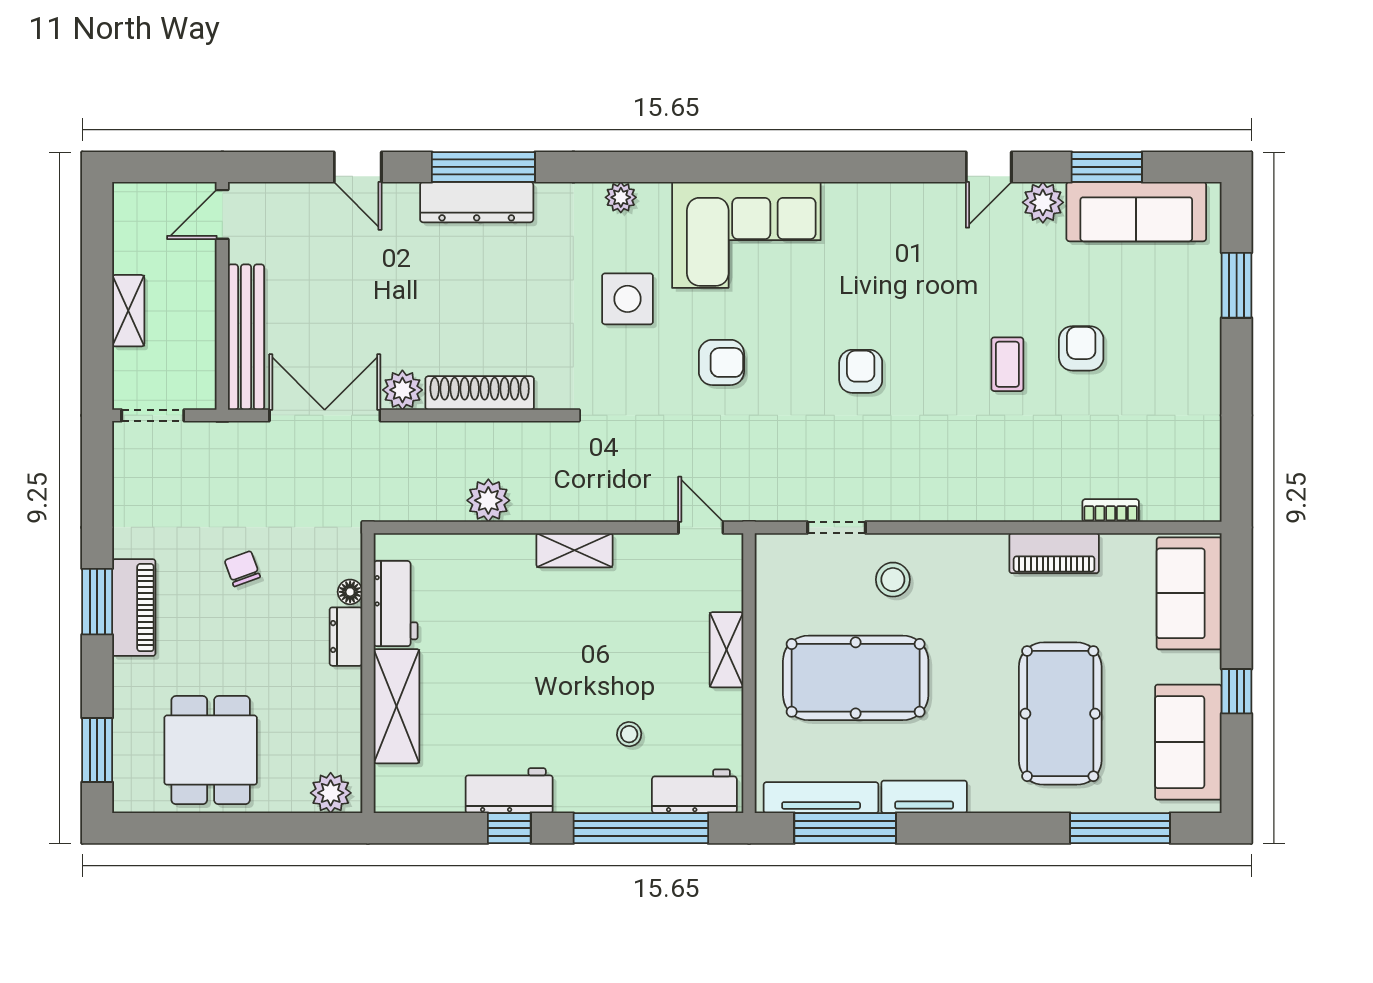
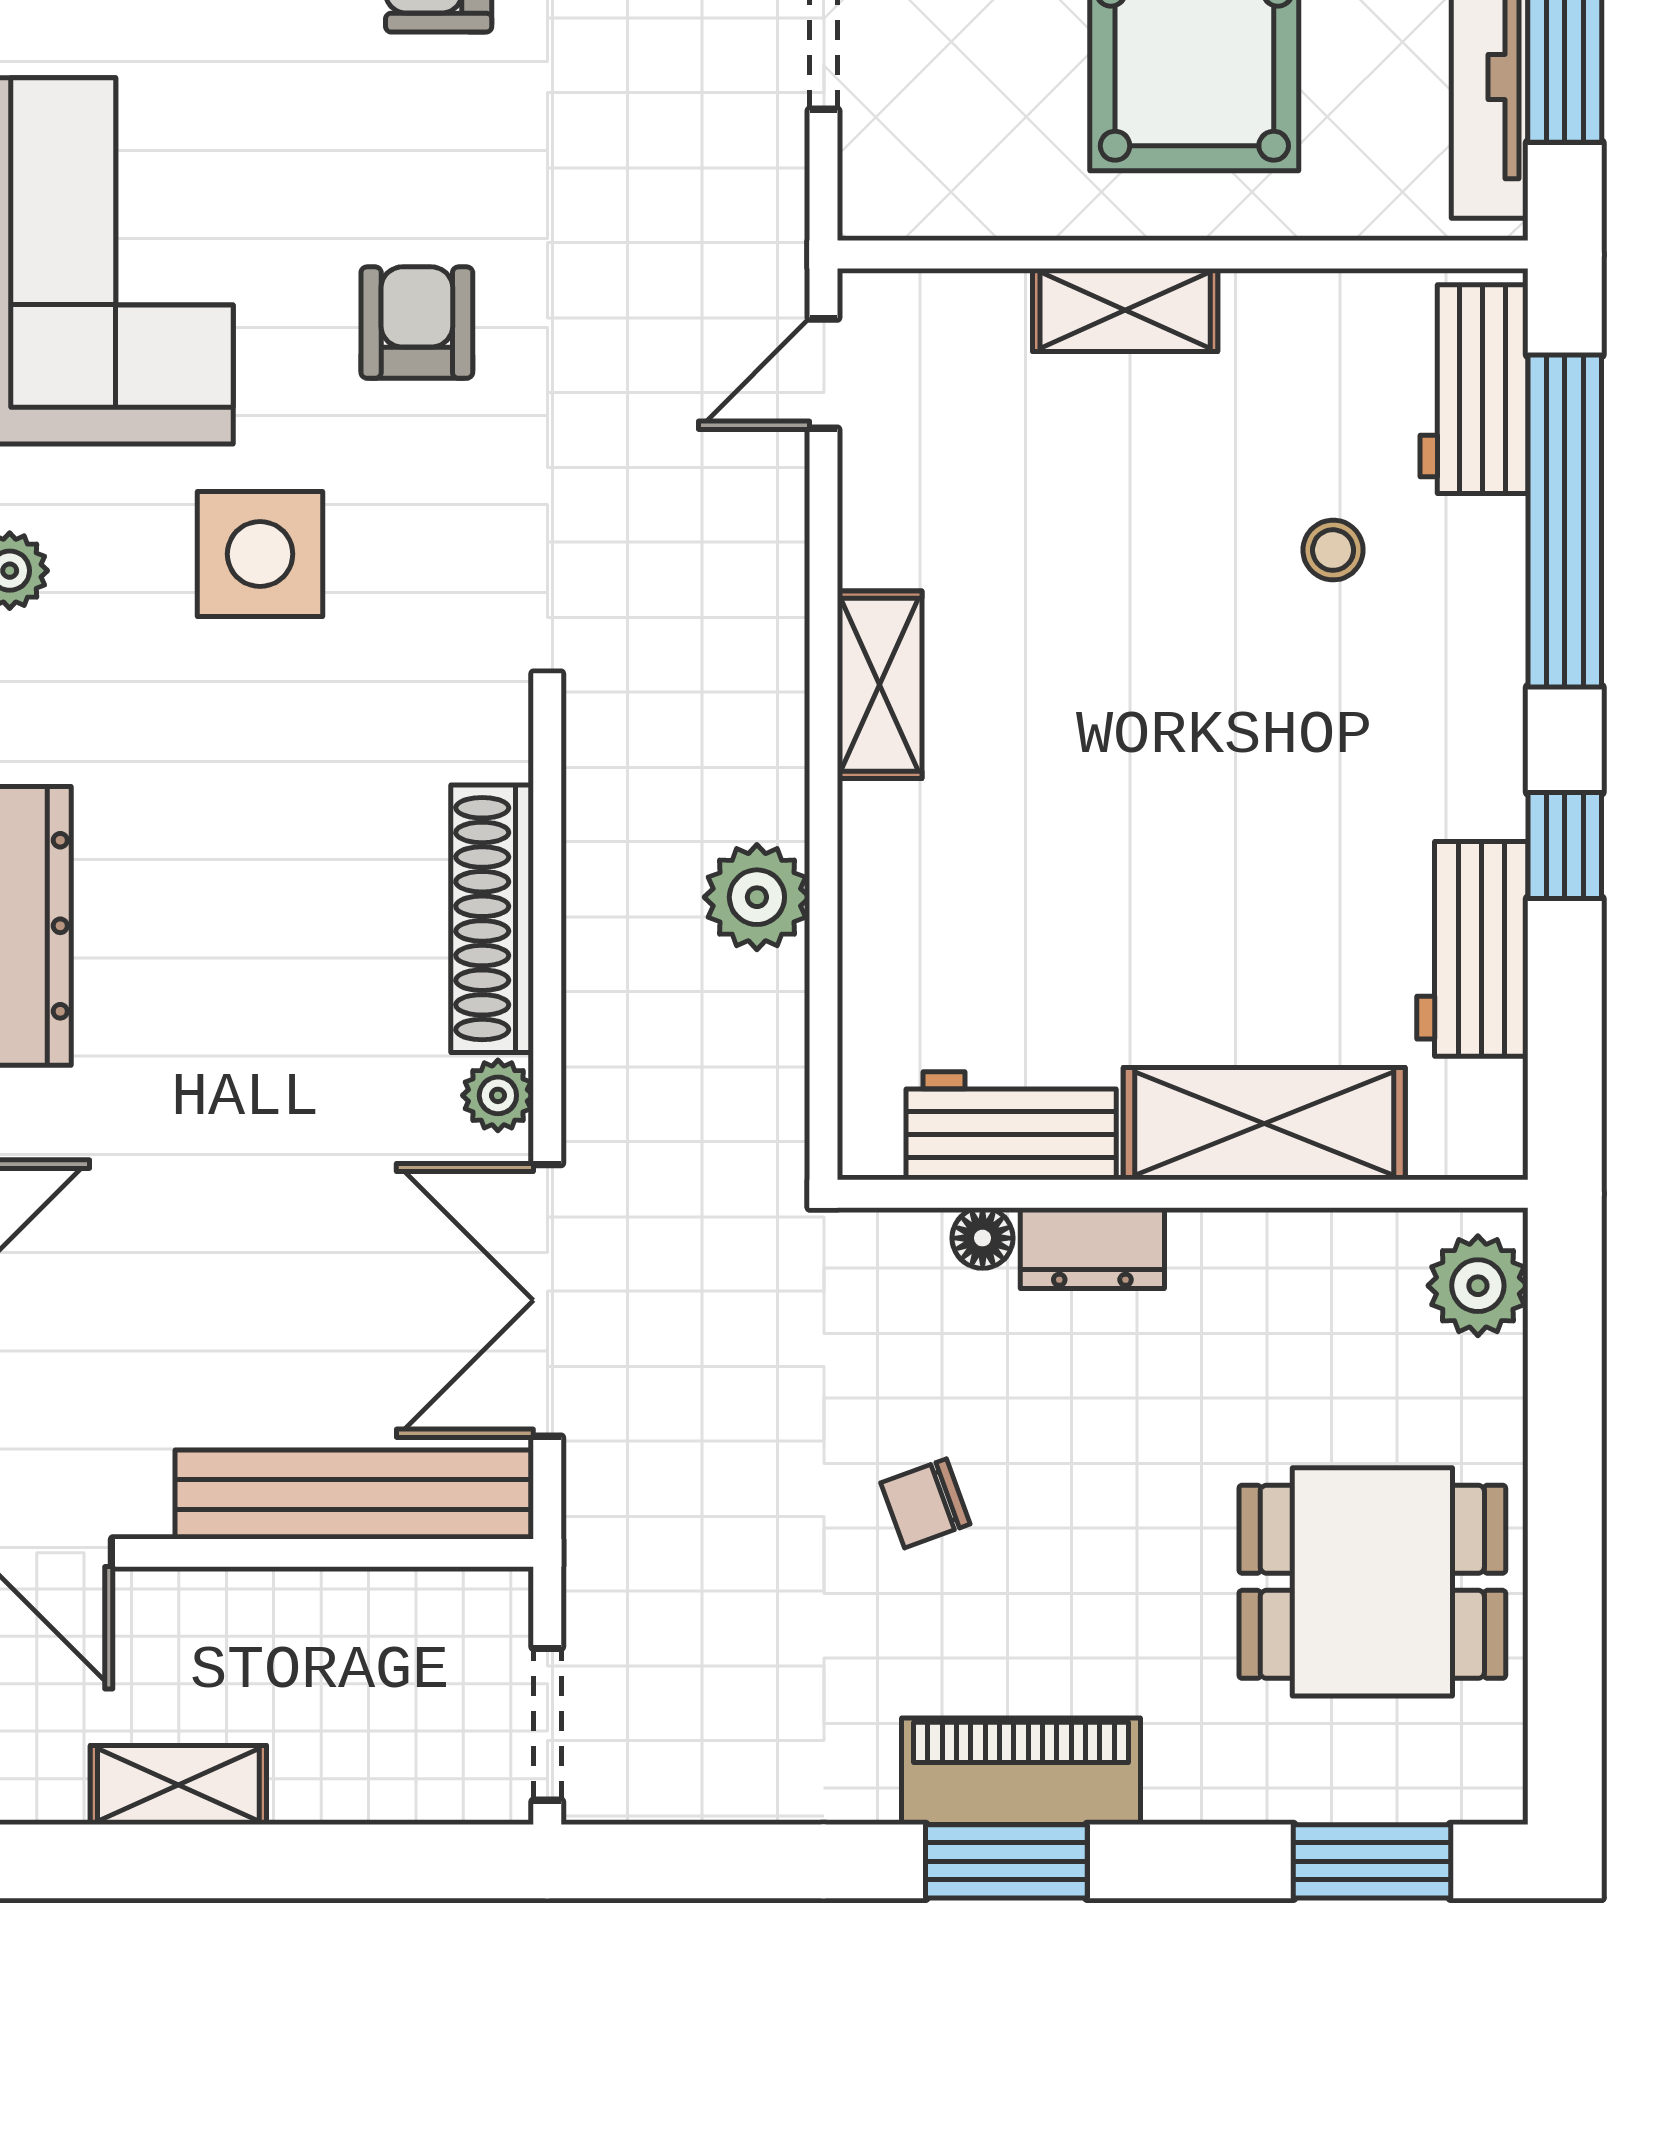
shelving: (128, 311) -> (178, 1785), moved
plant: (402, 390) -> (498, 1095), width x0.73, depth x0.73
workbench: (509, 791) -> (1472, 949), moved

